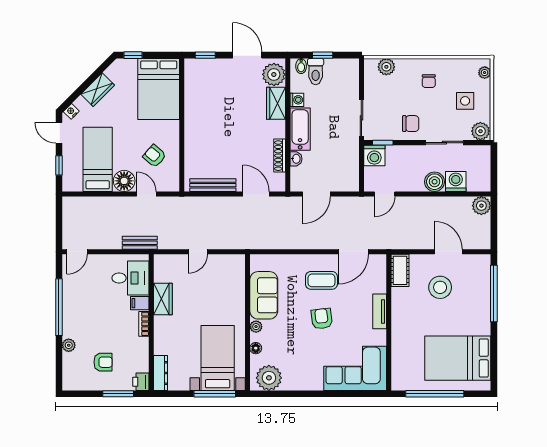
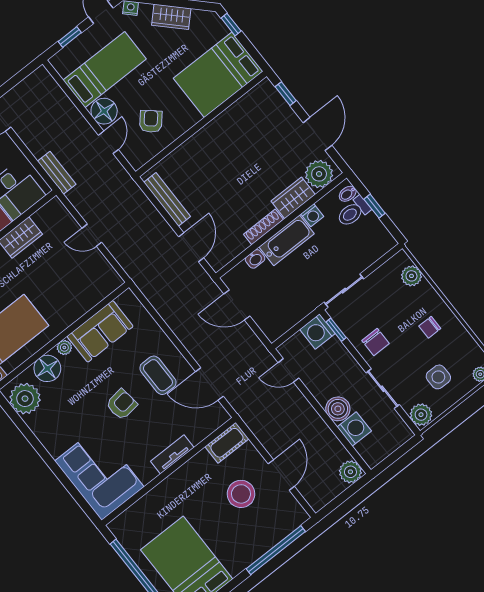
shoe rack: (280, 156) -> (263, 227), moved
floor lamp: (256, 348) -> (47, 368), width x1.89, depth x1.89

